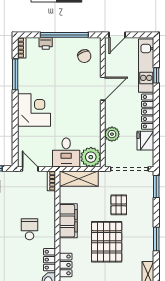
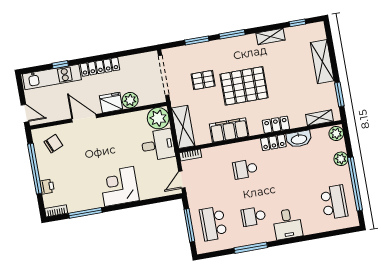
fridge: (145, 141) -> (111, 103), moved, turned 180
window: (156, 186) -> (197, 41), moved

